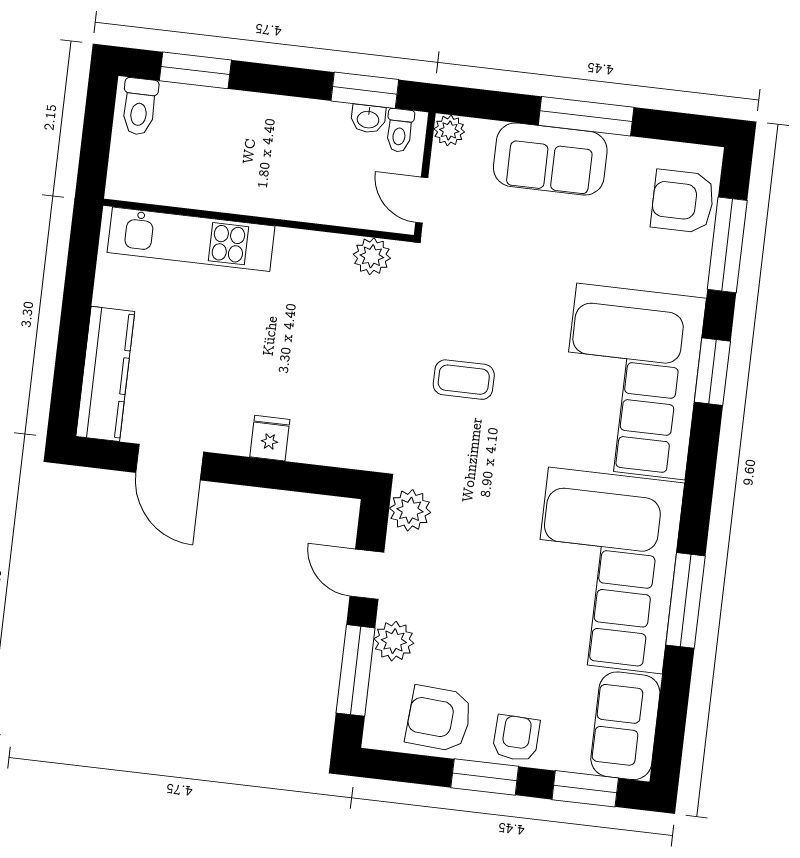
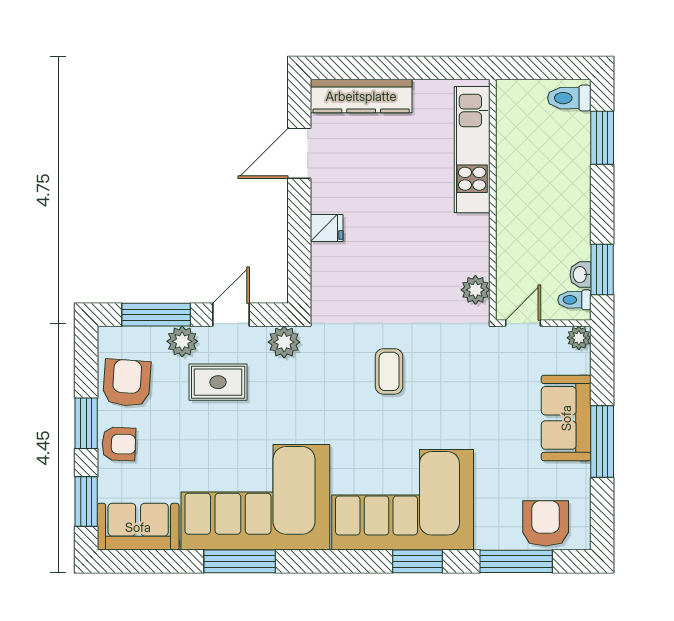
rug: (452, 601) -> (218, 382), added

